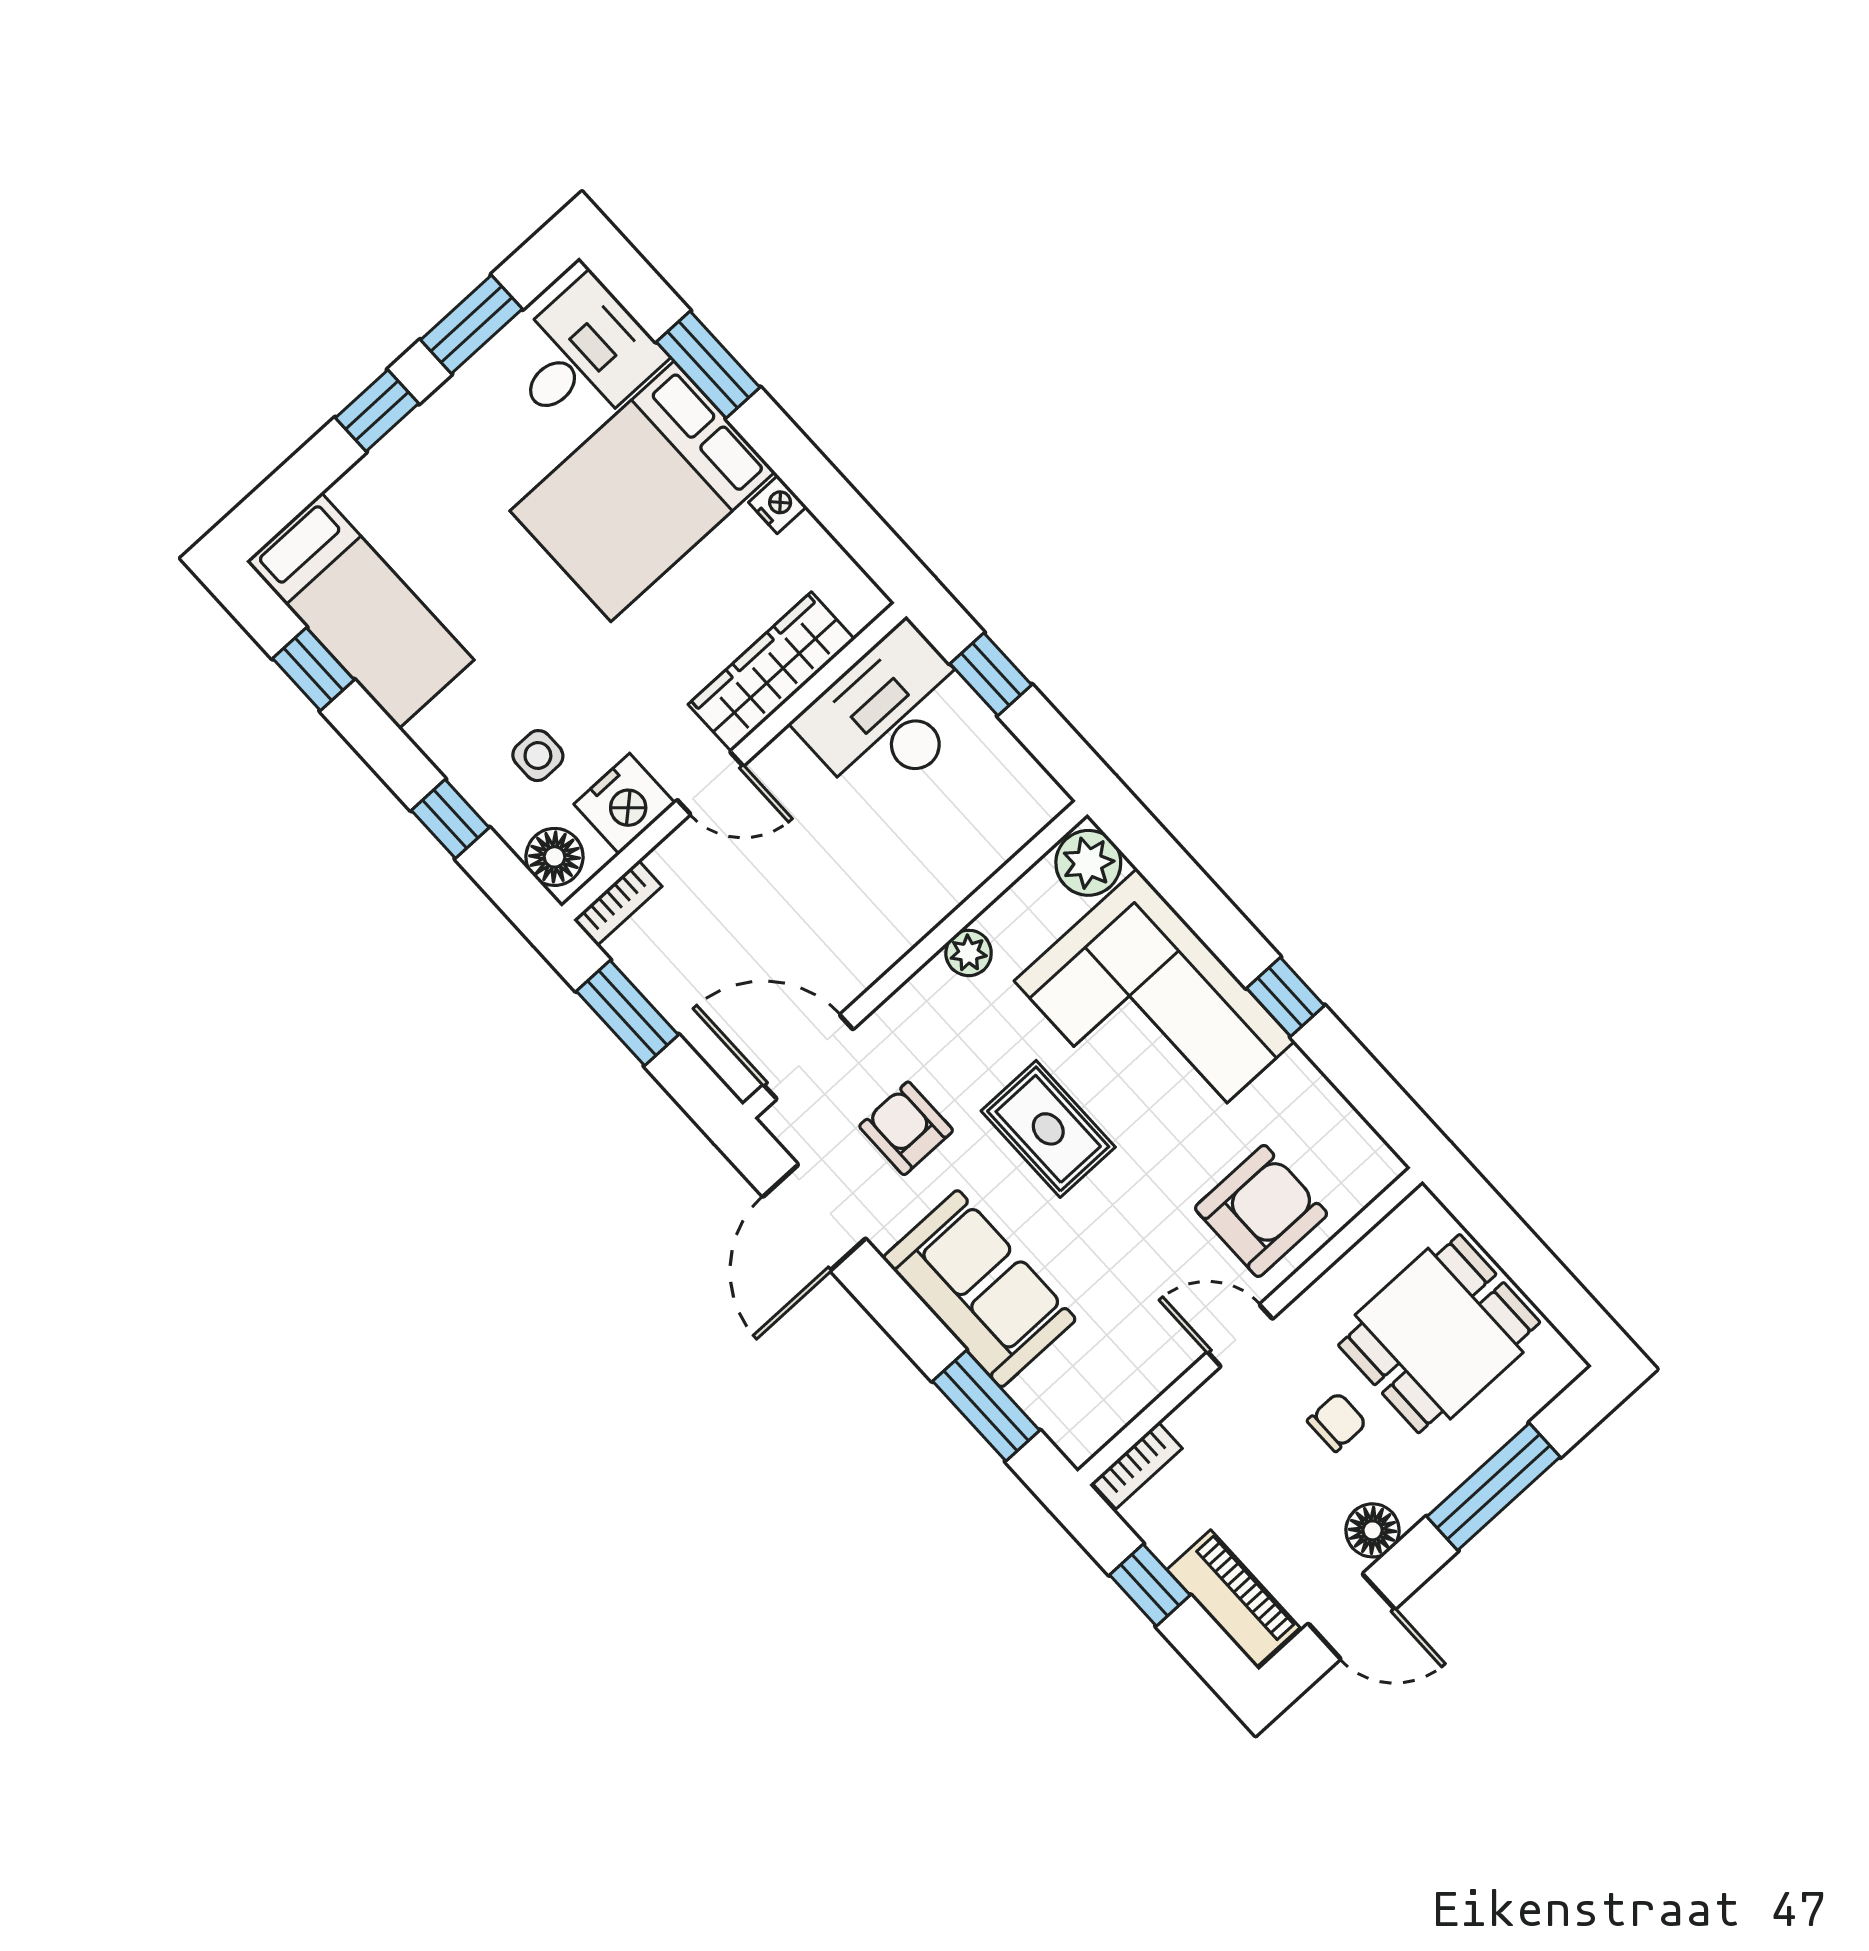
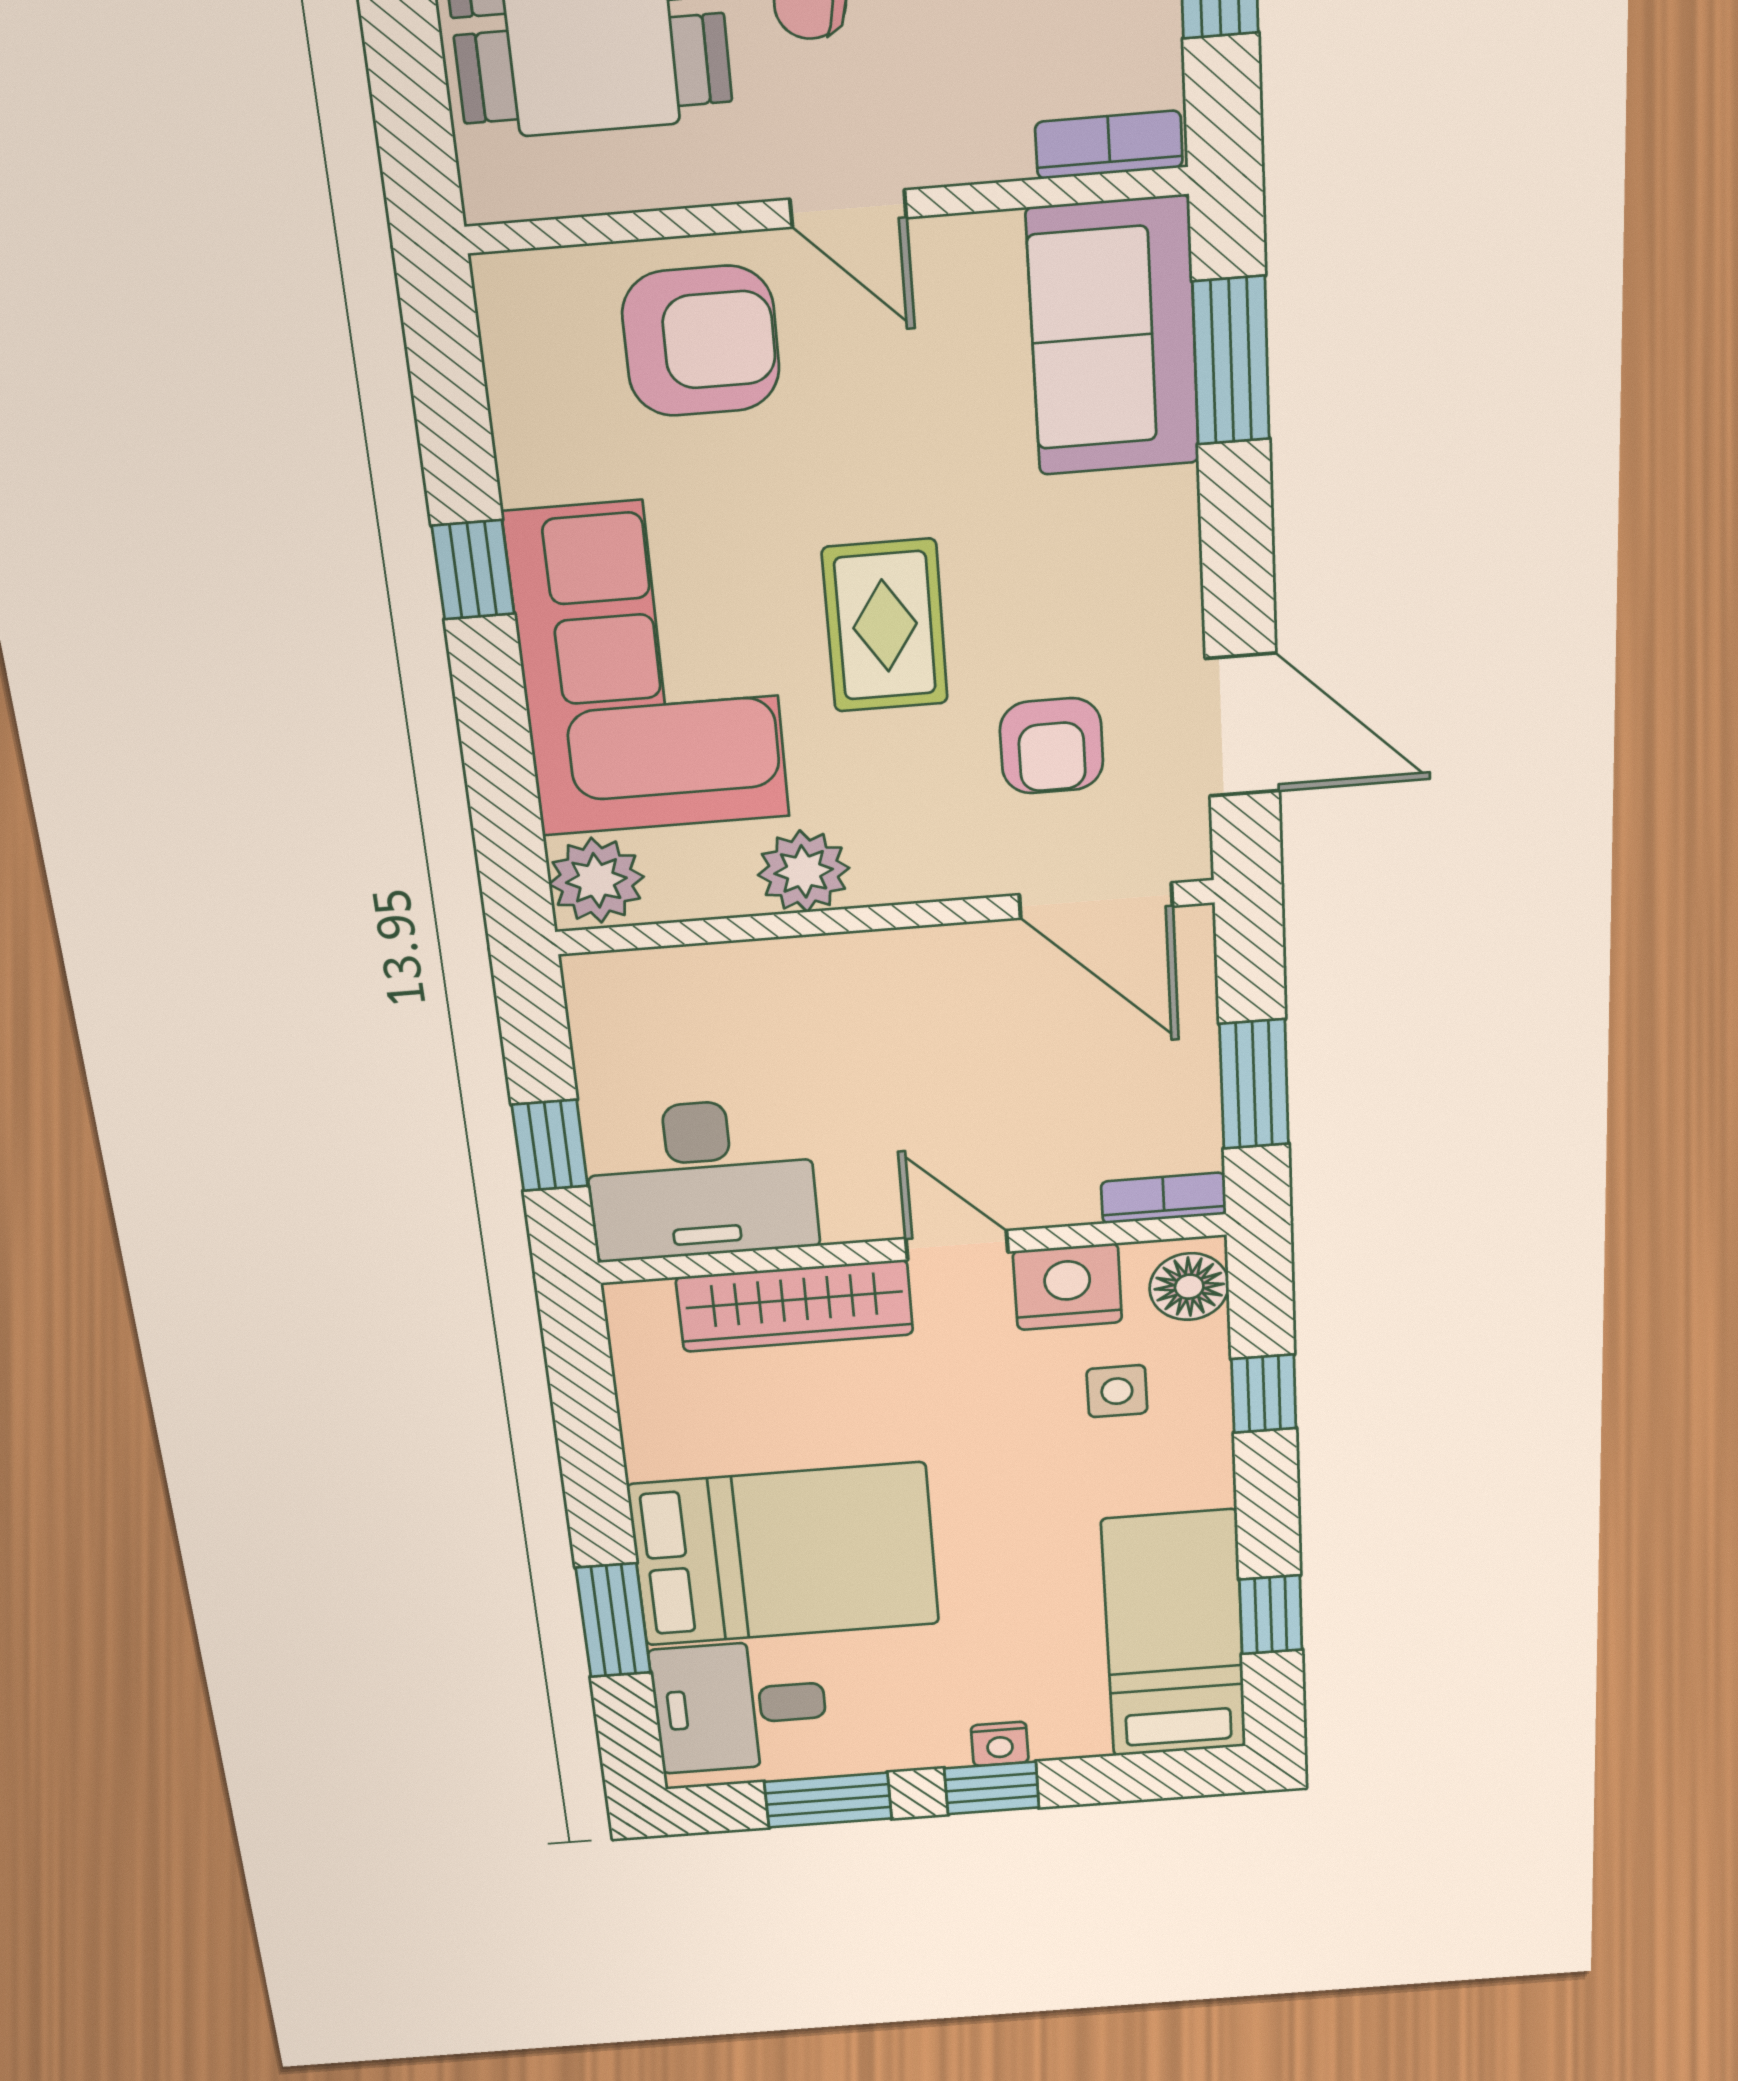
nightstand: (778, 505) -> (1000, 1744), moved, turned -90
plant: (969, 953) -> (804, 871), width x1.38, depth x1.38
armchair: (1261, 1211) -> (701, 341), turned 180
door: (814, 1218) -> (1243, 725), hinge flipped
sofa: (979, 1289) -> (1113, 337), moved

